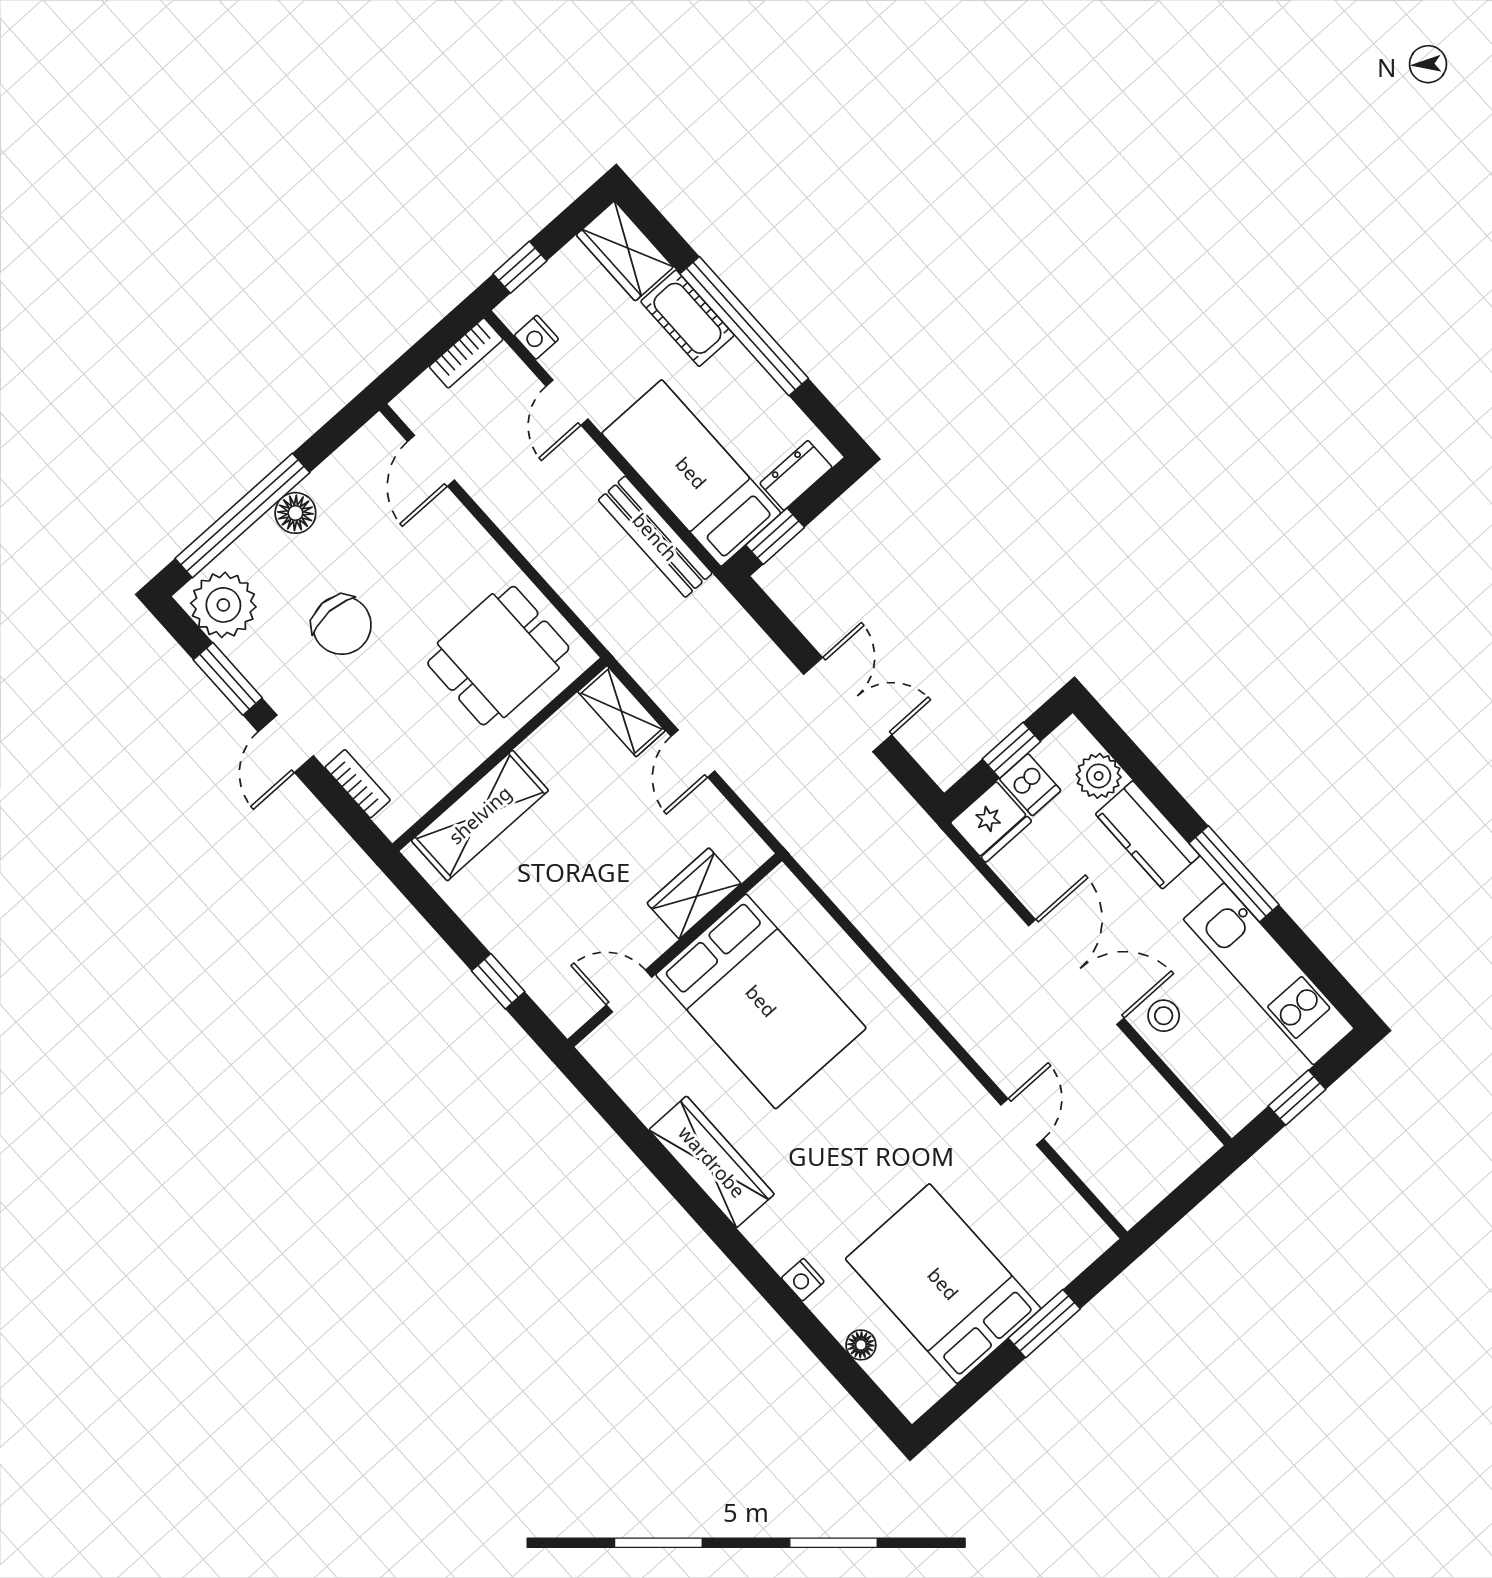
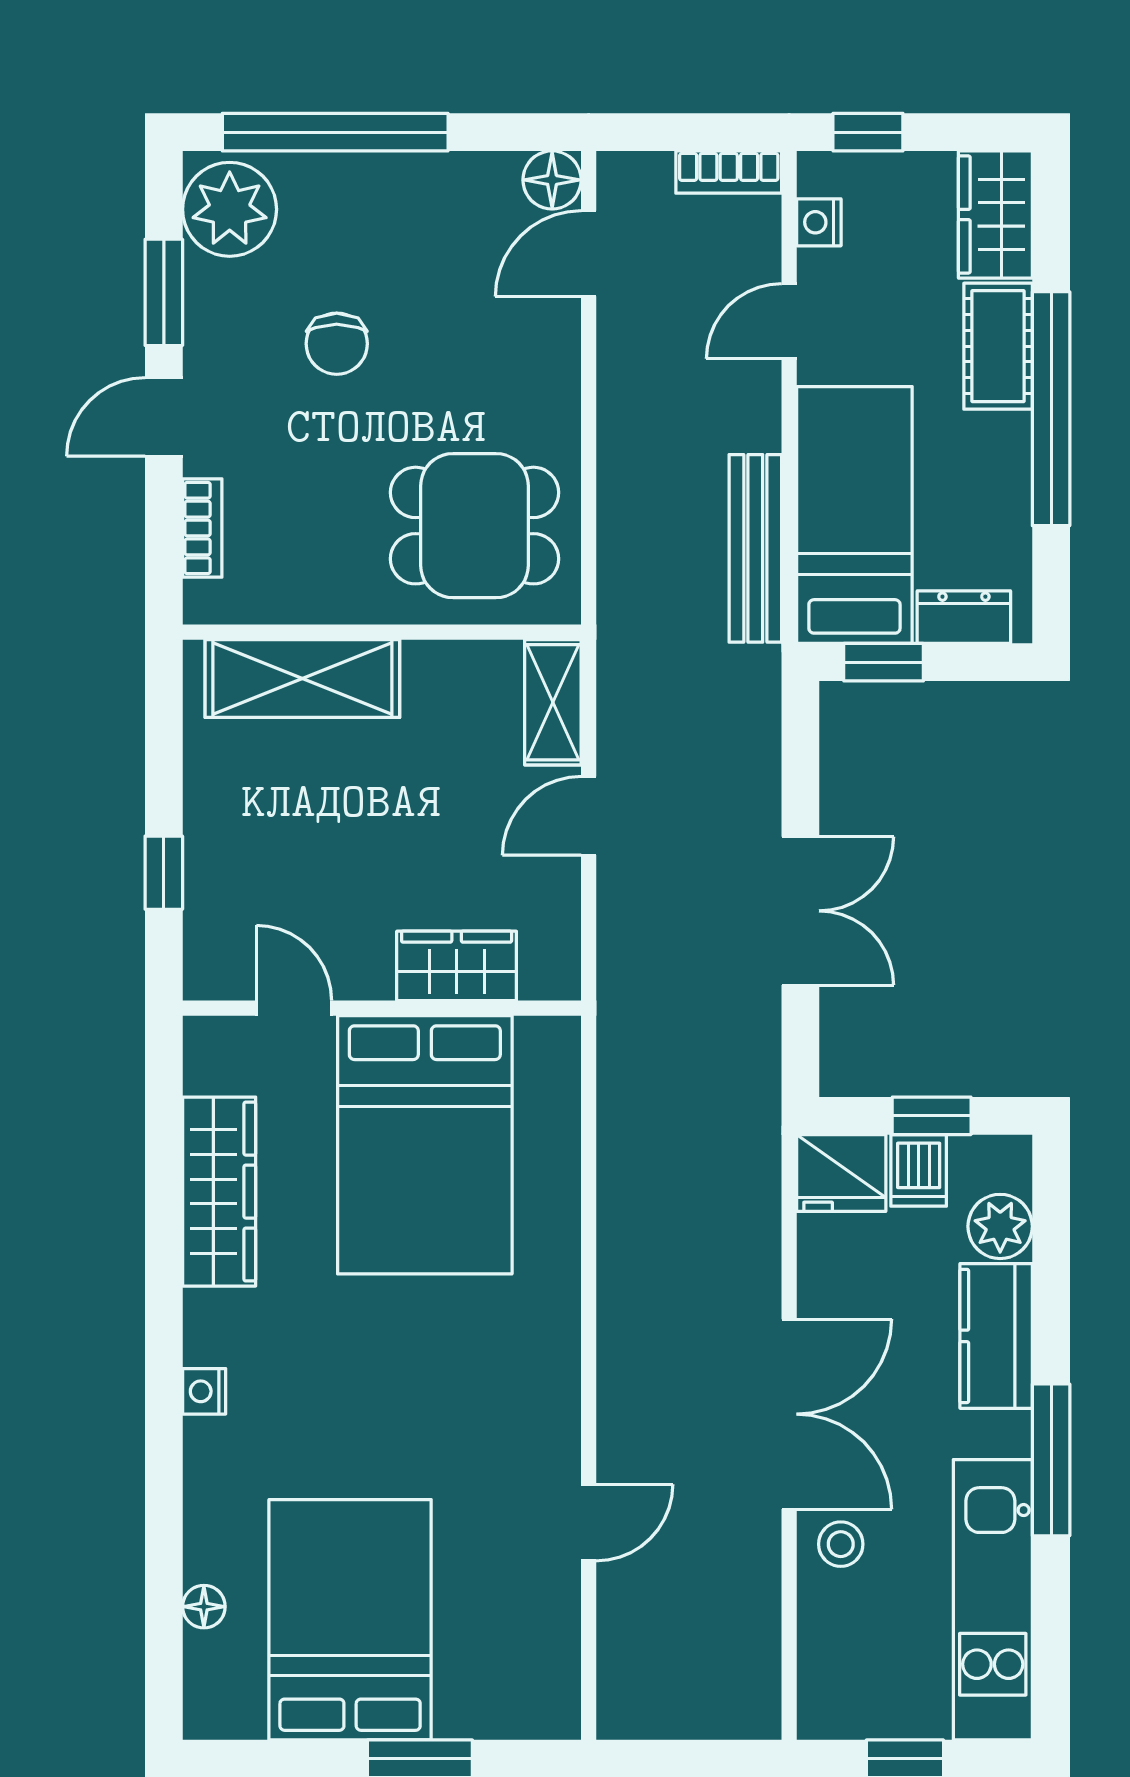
floor lamp: (295, 513) -> (552, 180), moved
chair: (342, 625) -> (337, 344), width x0.73, depth x0.73
wardrobe: (712, 1162) -> (219, 1192), moved
nightstand: (803, 1280) -> (204, 1391), moved

